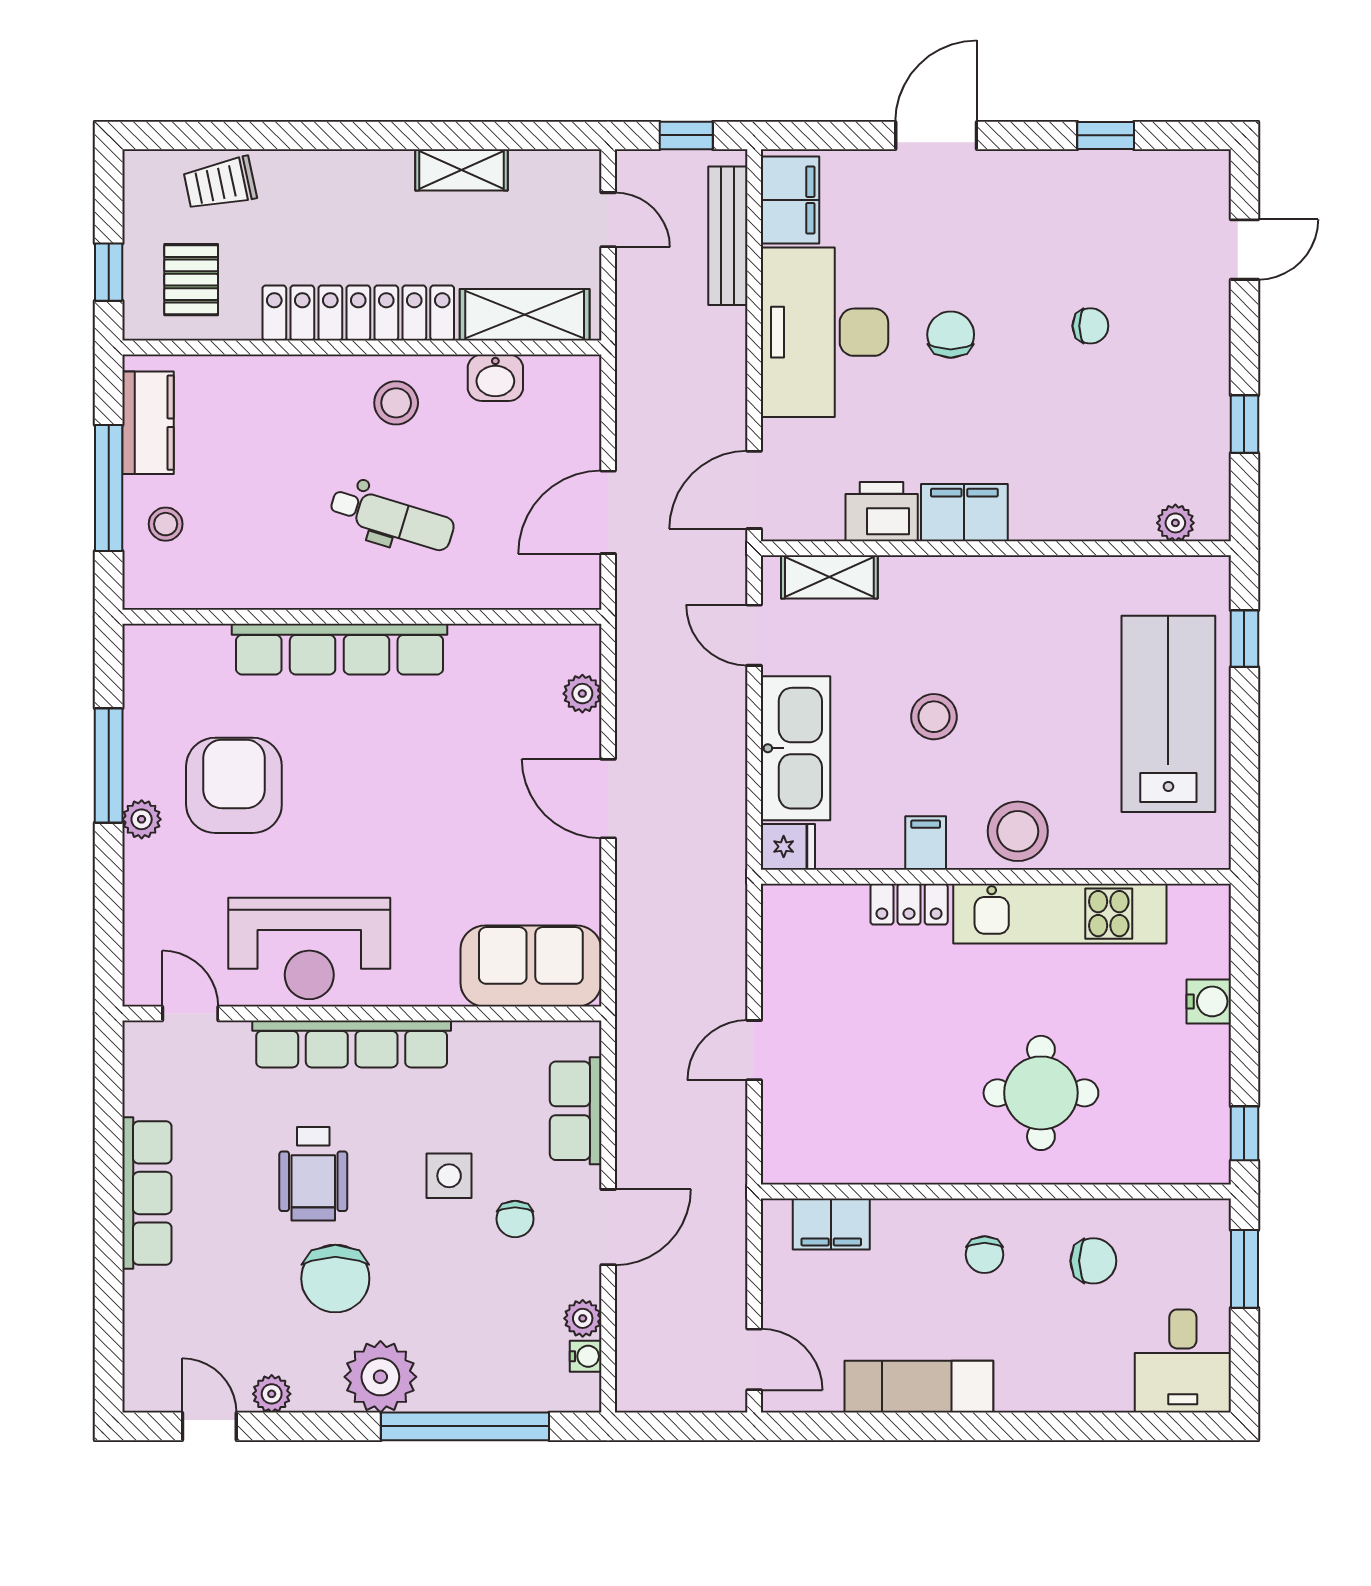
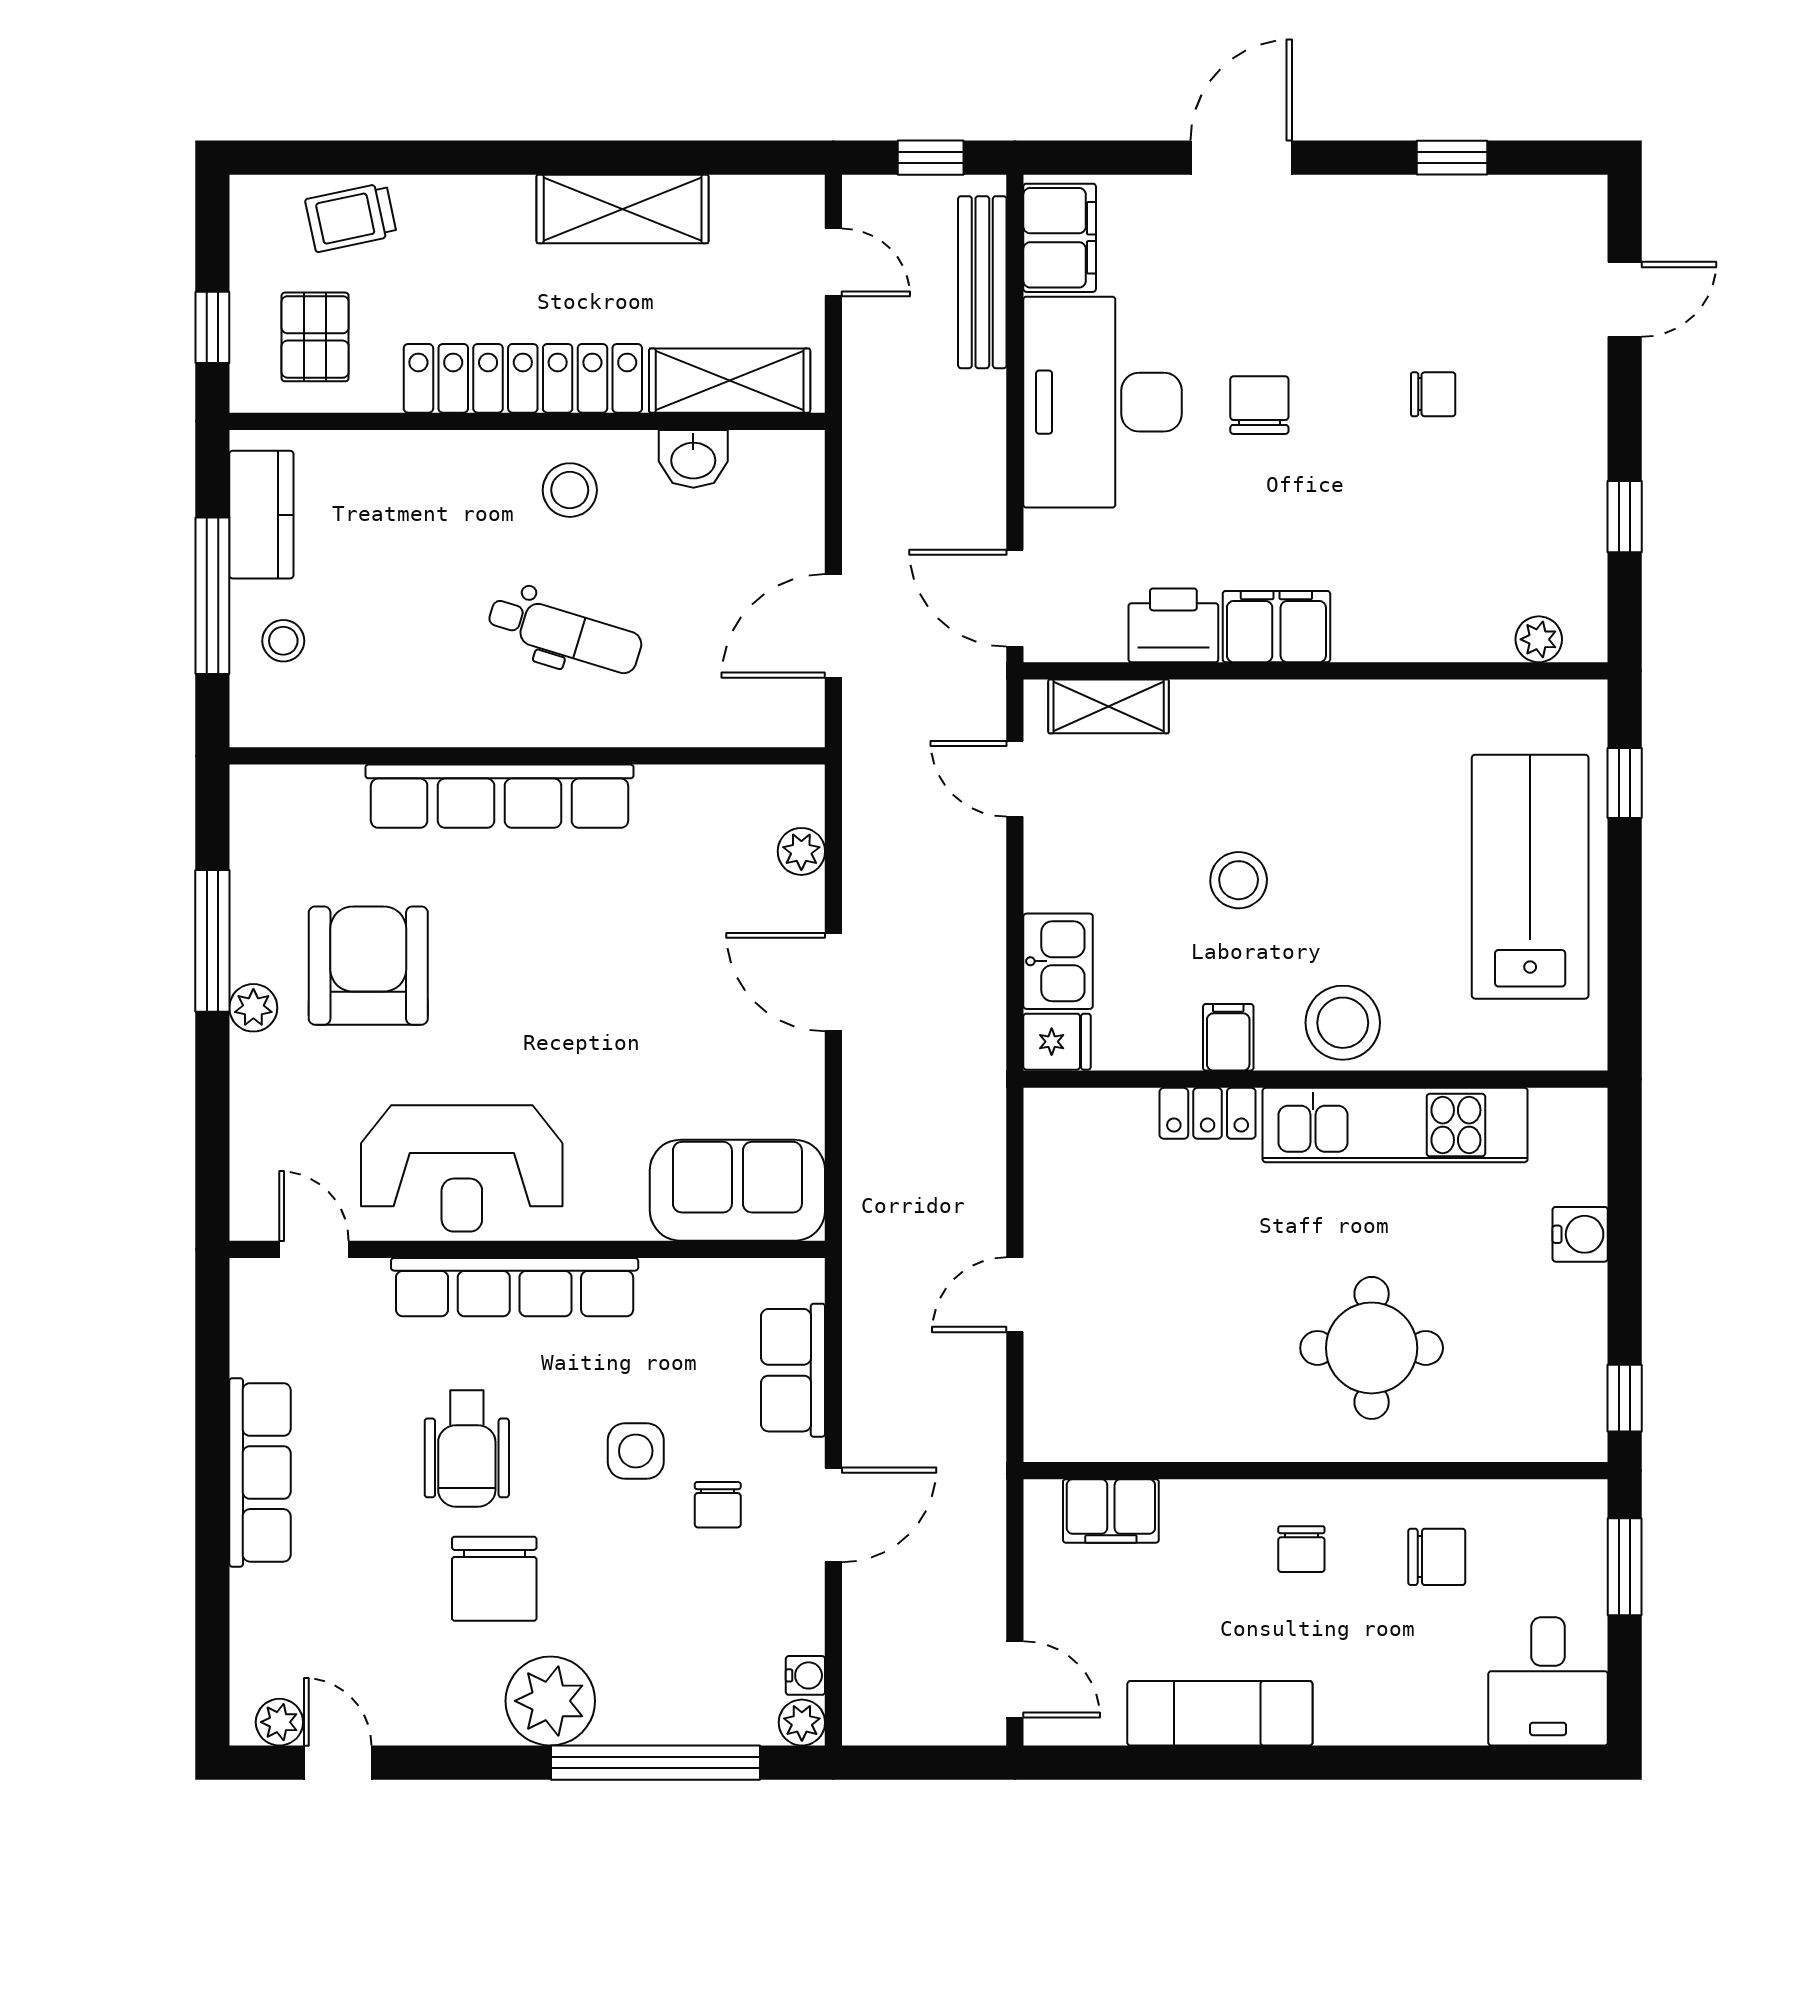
shelving: (461, 170) -> (623, 209), width x1.50, depth x1.33
door: (754, 490) -> (1015, 598), hinge flipped
kitchen sink: (796, 748) -> (1058, 961), width x0.53, depth x0.81
plant: (583, 1318) -> (802, 1723), moved
plant: (272, 1394) -> (279, 1722), moved

